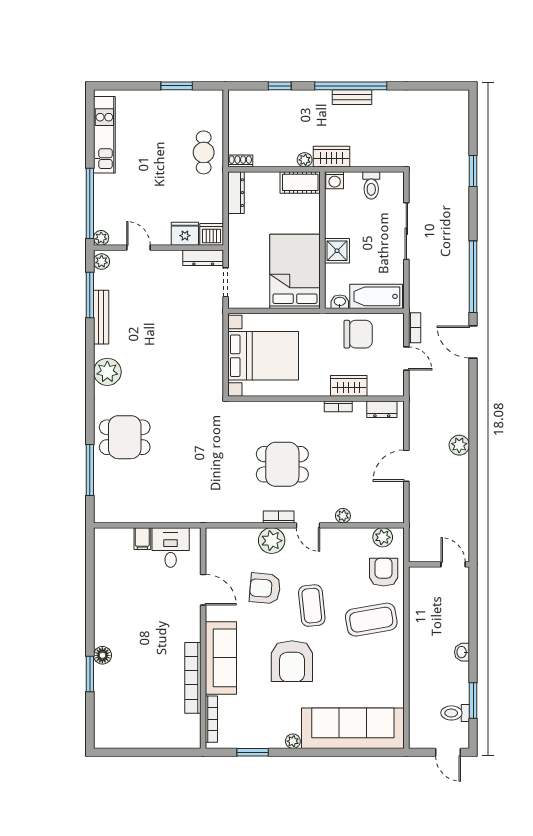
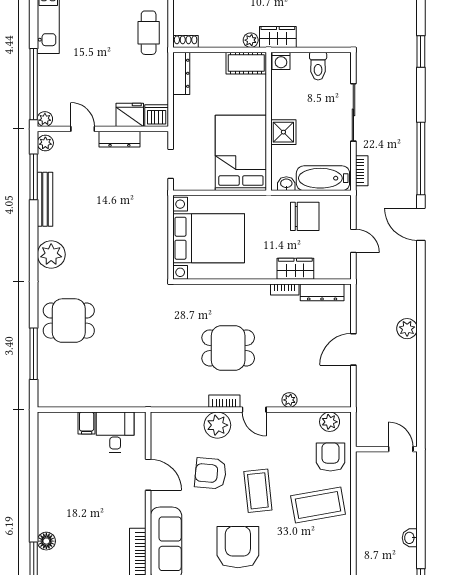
dresser: (203, 258) -> (119, 139), moved
bookcase: (415, 328) -> (362, 171), moved
dresser: (382, 409) -> (322, 292), width x1.44
armchair: (292, 661) -> (238, 547), turned 180

